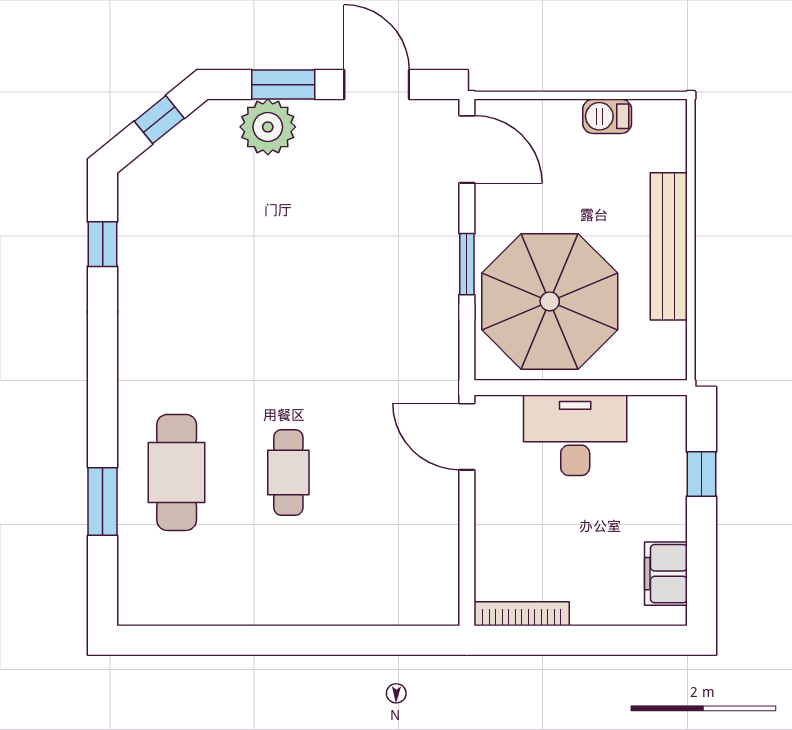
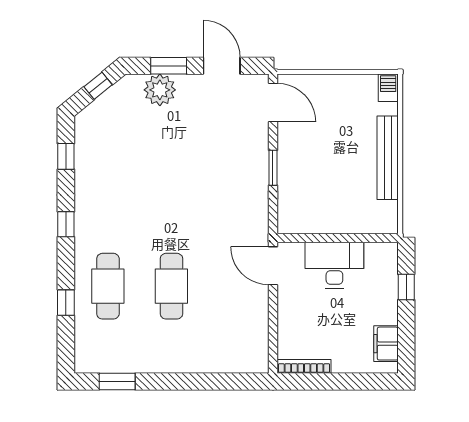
barbecue: (607, 116) -> (388, 88), moved, turned 90
parasol: (550, 301) -> (320, 189), removed
window: (103, 364) -> (66, 224), added
cafe table: (288, 472) -> (171, 286), width x1.37, depth x1.35
window: (103, 502) -> (66, 303), width x0.67
window: (193, 640) -> (117, 381), added

